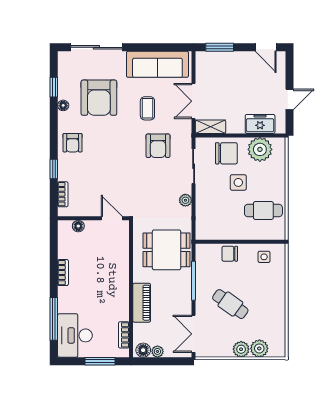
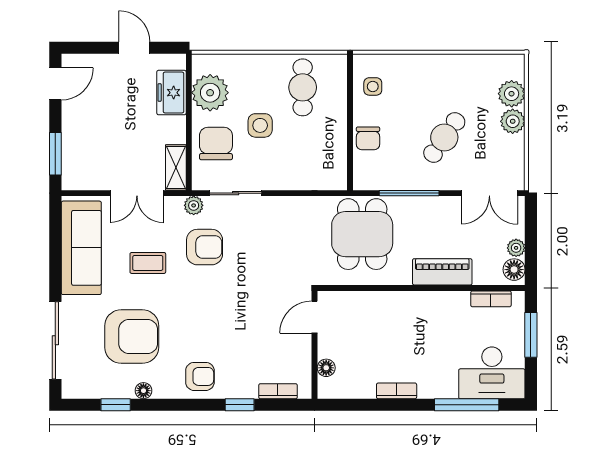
plant: (185, 200) -> (194, 205), moved

